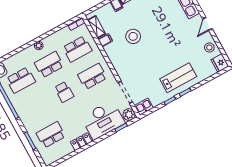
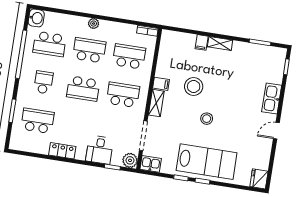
shelving: (96, 27) -> (156, 103), moved
filing cabinet: (105, 40) -> (161, 84), moved
stool: (209, 47) -> (207, 119), moved
school desk: (77, 49) -> (129, 56), turned 180
lab bench: (178, 78) -> (207, 162), width x1.36, depth x1.39
school desk: (64, 92) -> (83, 89), width x1.85
school desk: (36, 107) -> (43, 82), added
desk: (103, 120) -> (100, 150), width x0.53, depth x0.77

